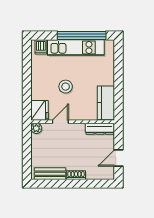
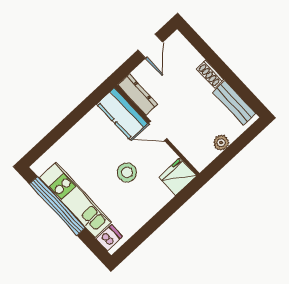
kitchen counter: (106, 103) -> (122, 114), moved, turned 90
door: (60, 122) -> (158, 131), moved
plant: (36, 128) -> (221, 143), moved
door: (119, 158) -> (150, 46), hinge flipped

